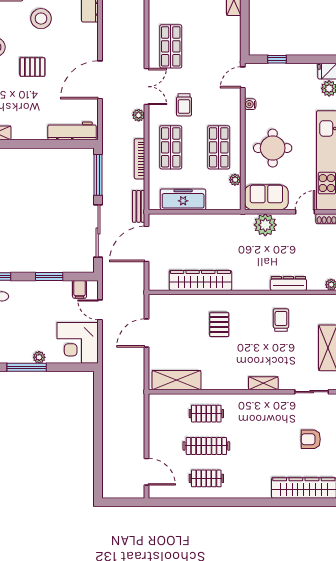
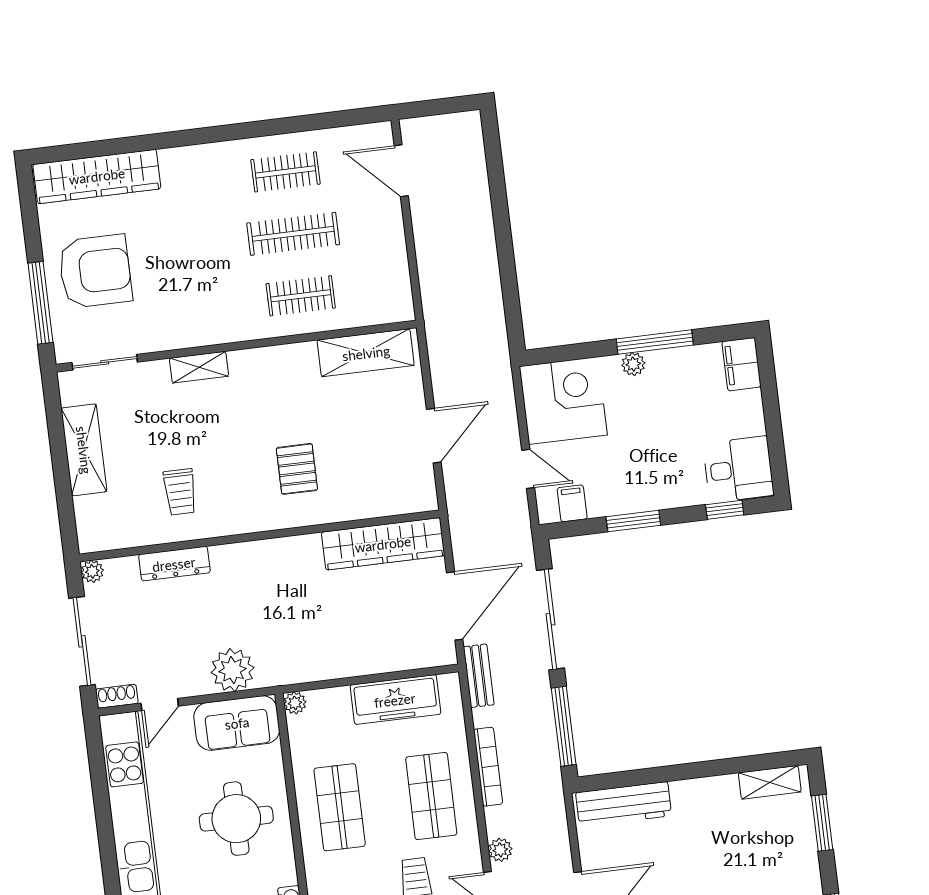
plant: (235, 180) -> (295, 703), moved
wardrobe: (200, 280) -> (383, 544), moved
armchair: (311, 439) -> (95, 271), width x1.88, depth x1.88

